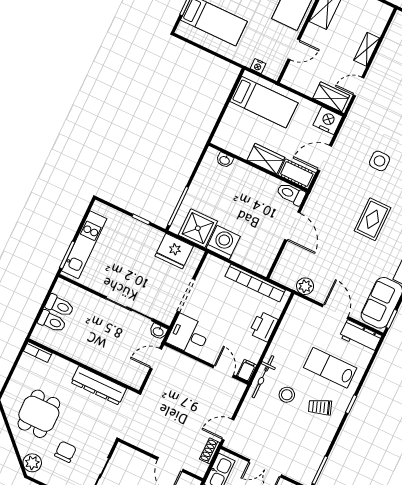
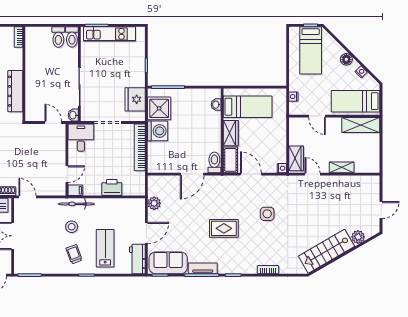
bed: (264, 102) -> (248, 107), moved, turned -90
nightstand: (328, 121) -> (282, 168), width x0.53, depth x0.56
bookcase: (255, 283) -> (140, 147), moved
toilet: (52, 321) -> (72, 37), moved

